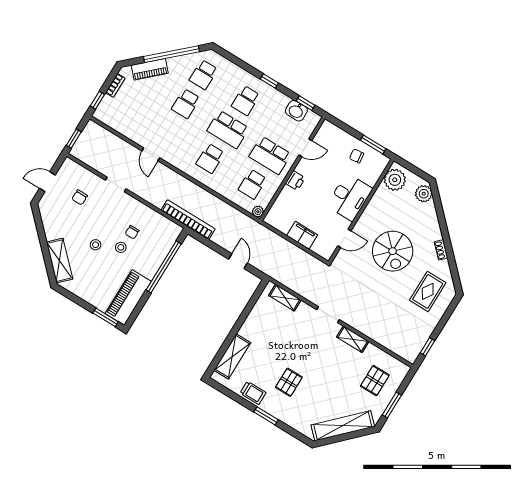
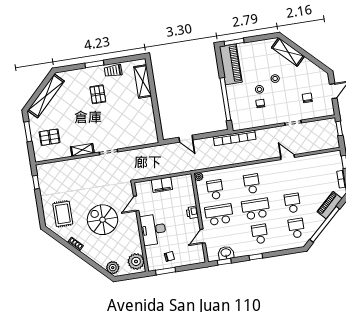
shelving: (285, 298) -> (141, 141), removed
pallet: (375, 381) -> (50, 137), turned 90

